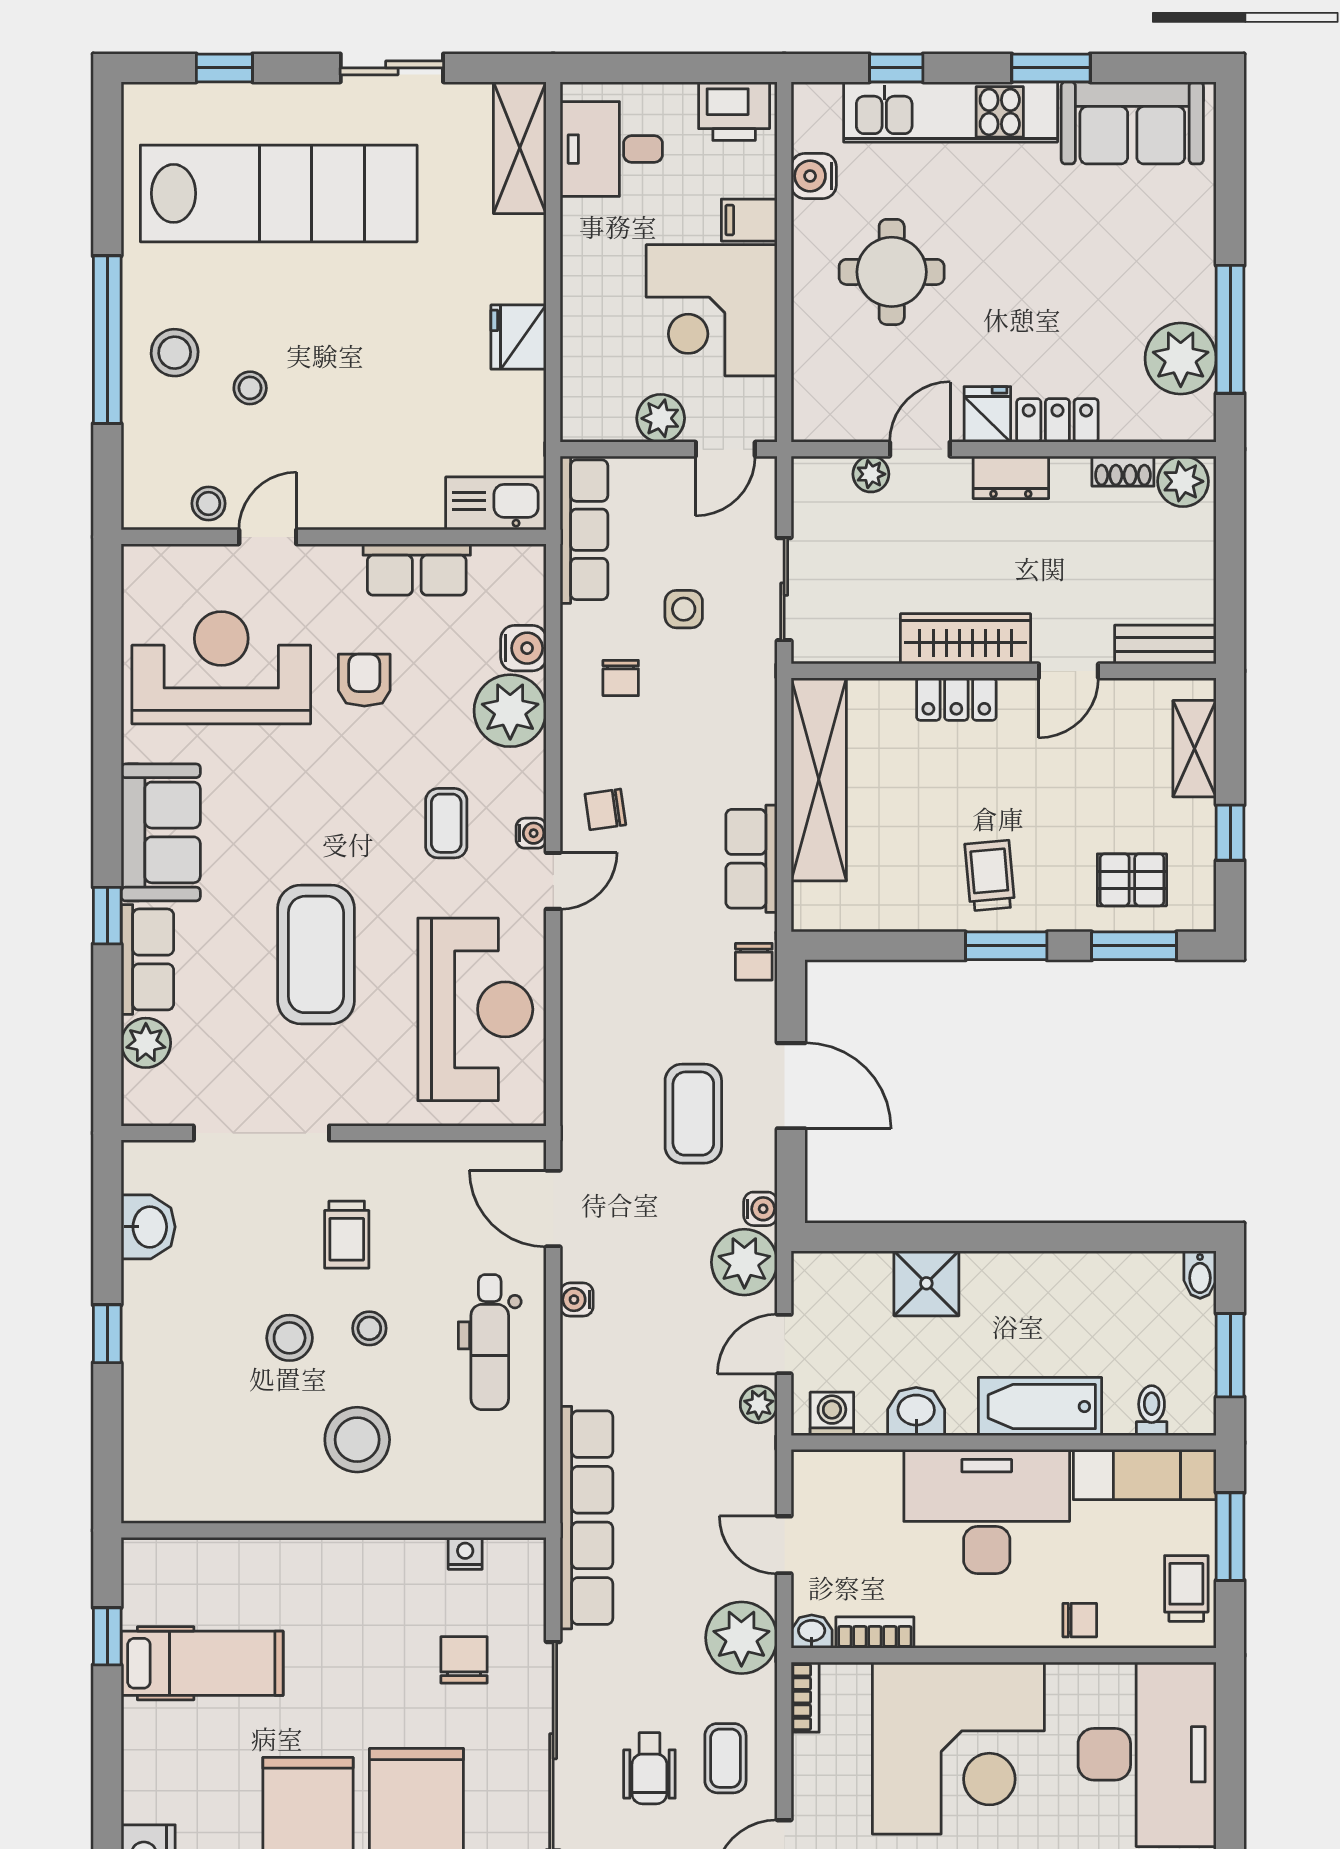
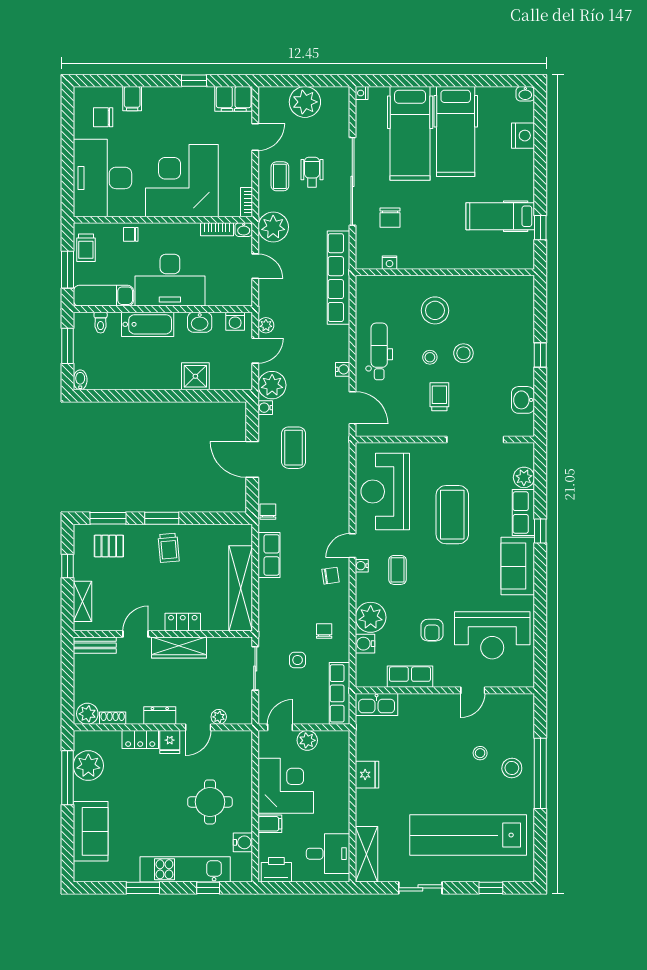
sofa: (1132, 123) -> (91, 831), moved, turned 90
stool: (209, 503) -> (498, 704), removed

